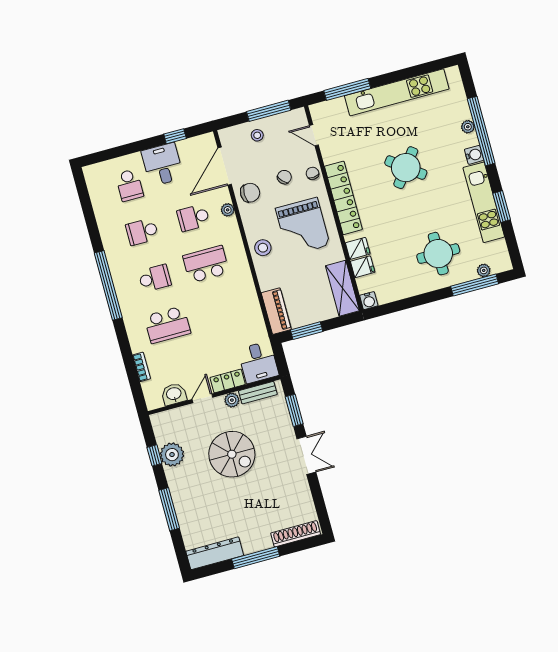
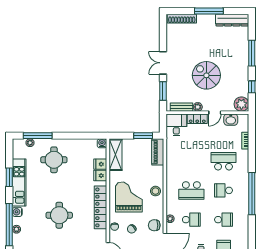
round table: (406, 168) -> (59, 215), turned -37
plant: (172, 455) -> (241, 104), moved

